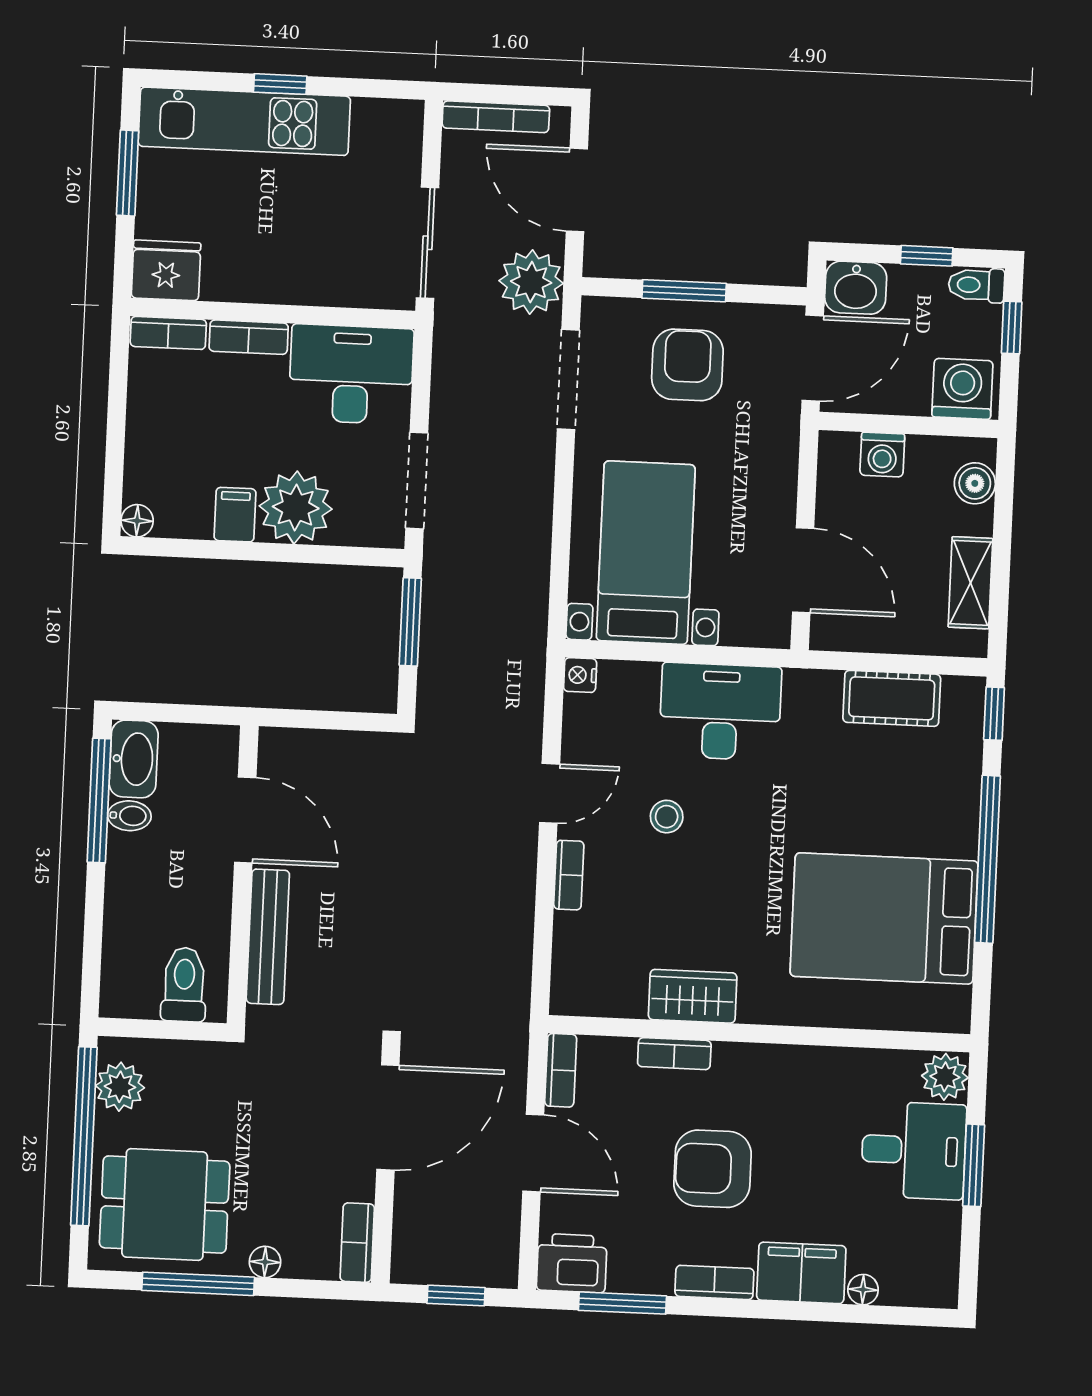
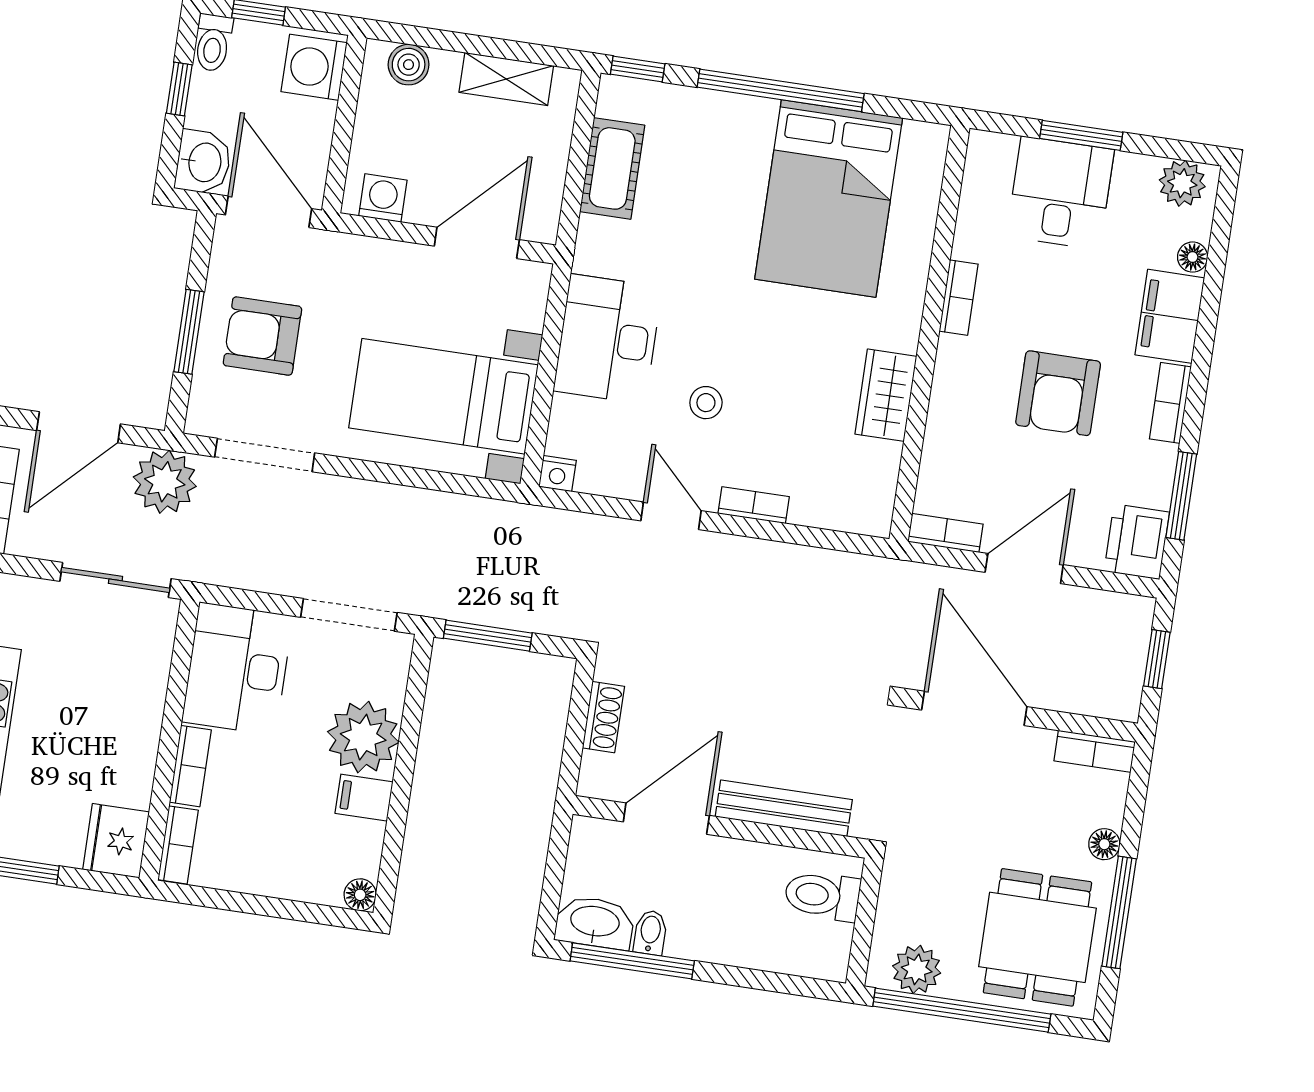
washing machine: (882, 455) -> (383, 198), moved, turned -90
shoe rack: (341, 746) -> (603, 717), added
bookcase: (674, 1054) -> (959, 298), moved
plant: (945, 1077) -> (1182, 183), moved

